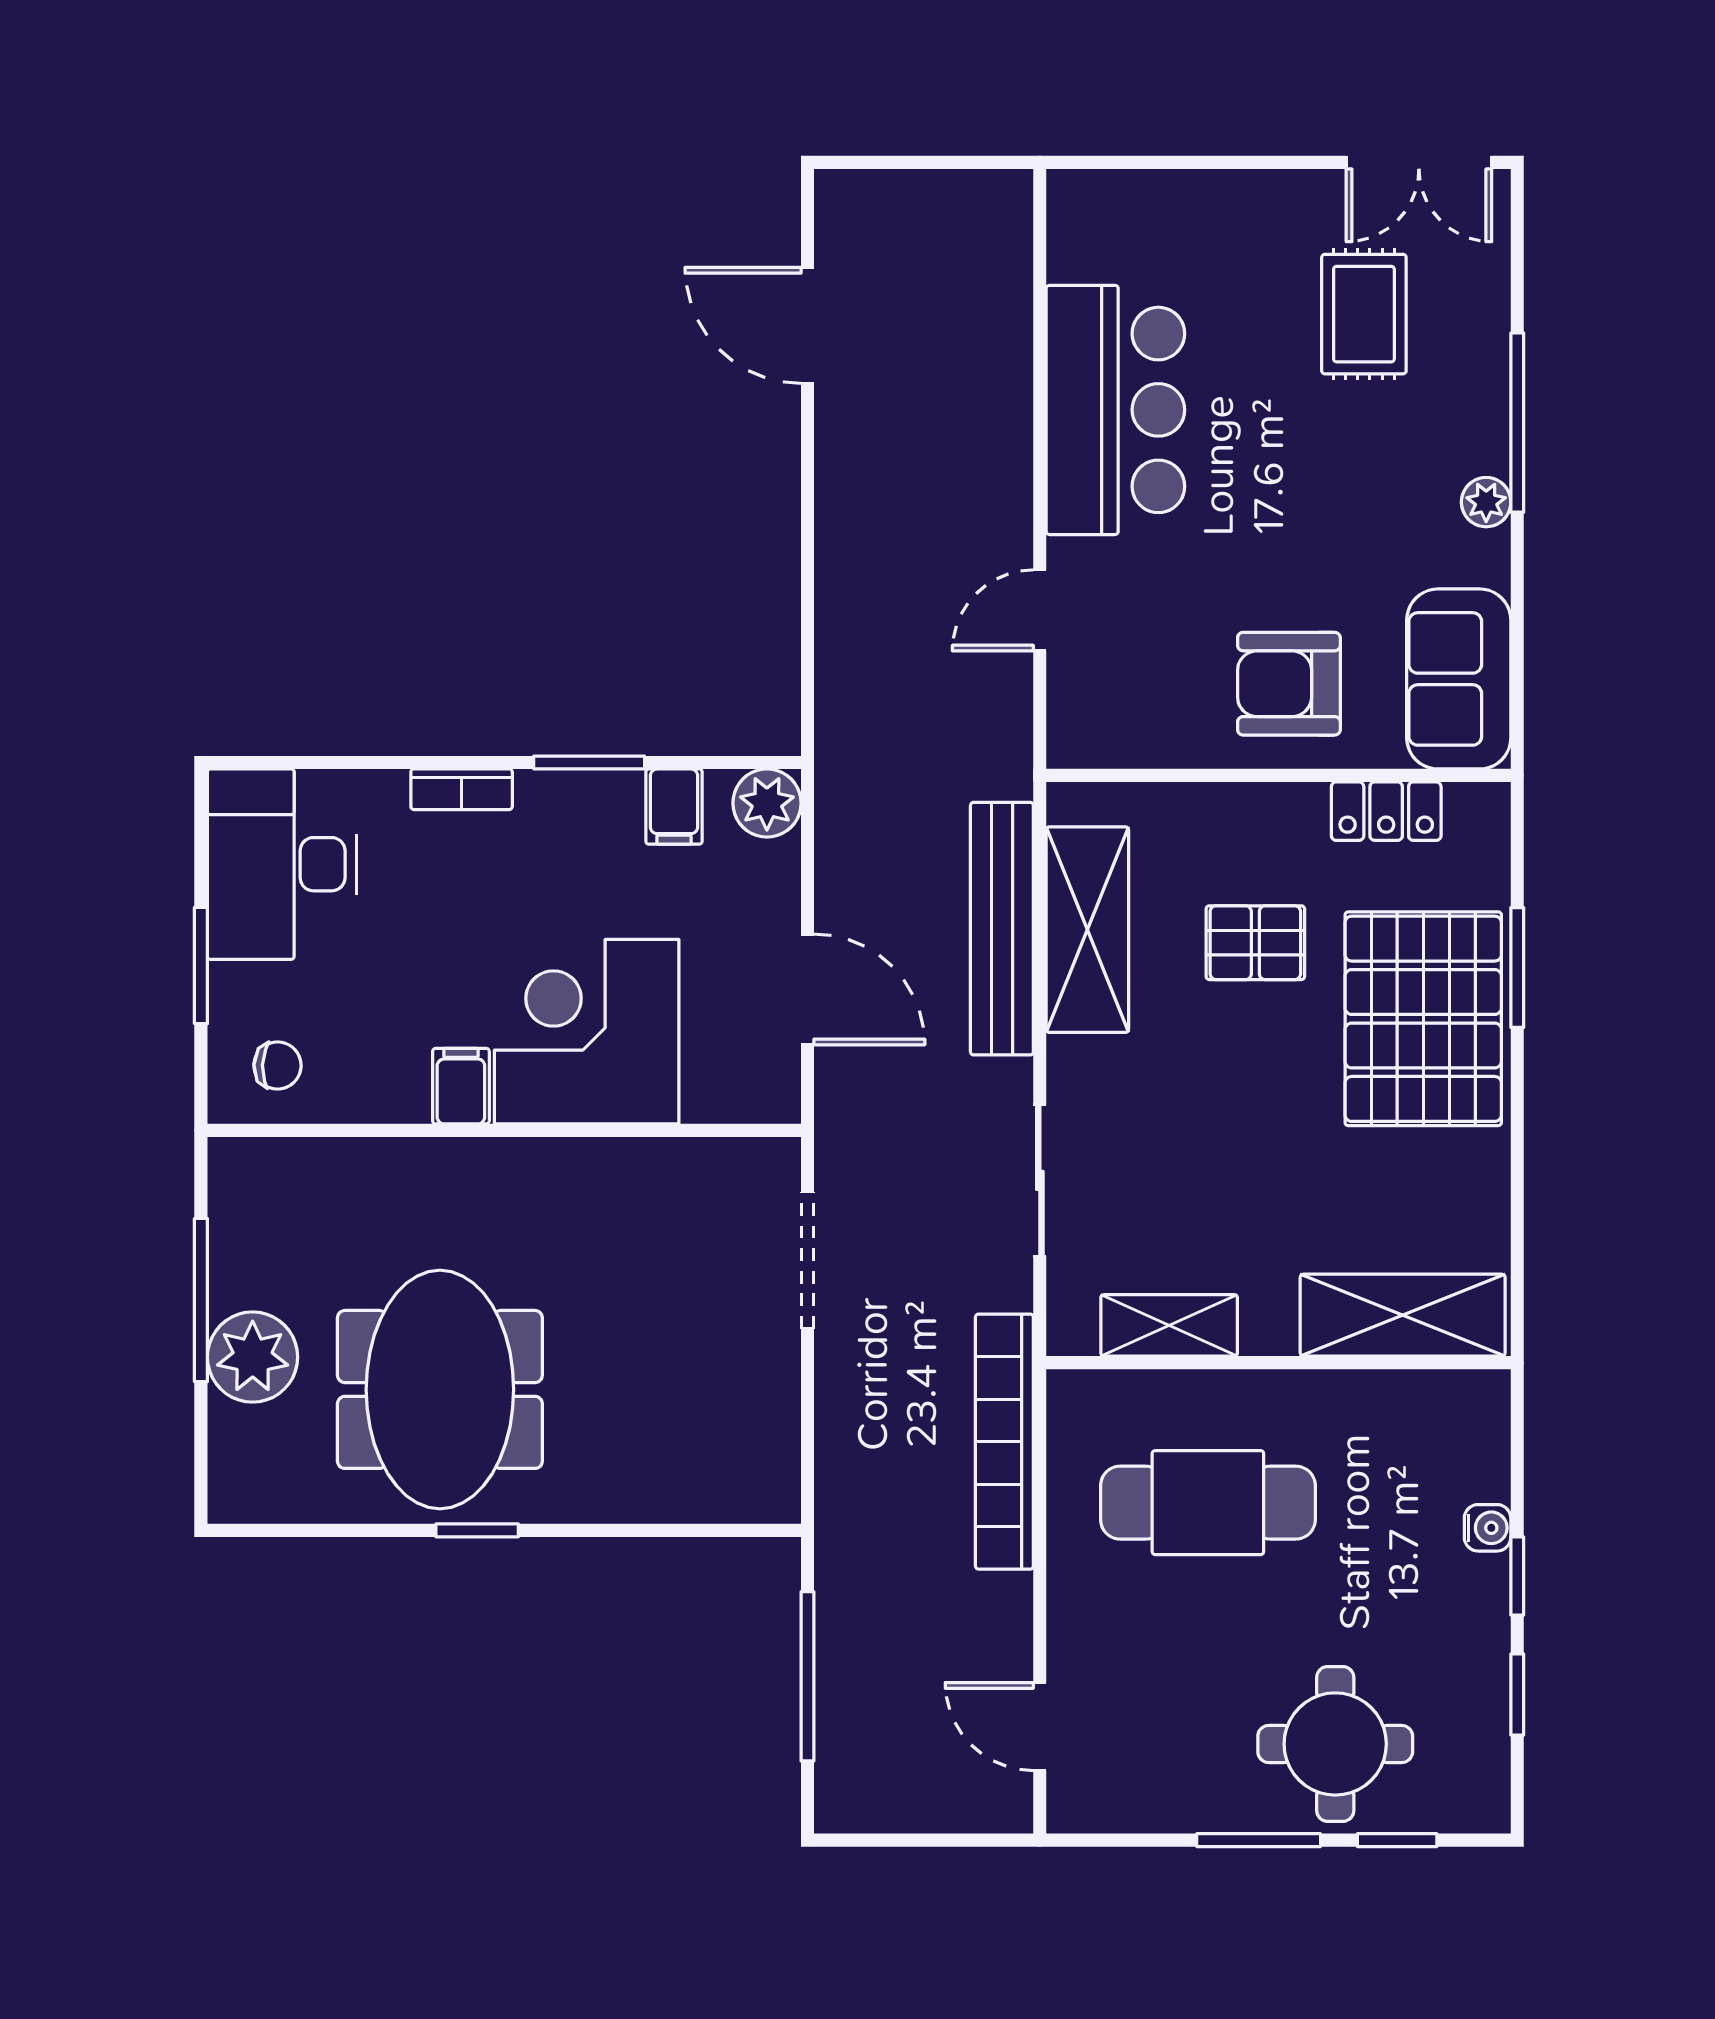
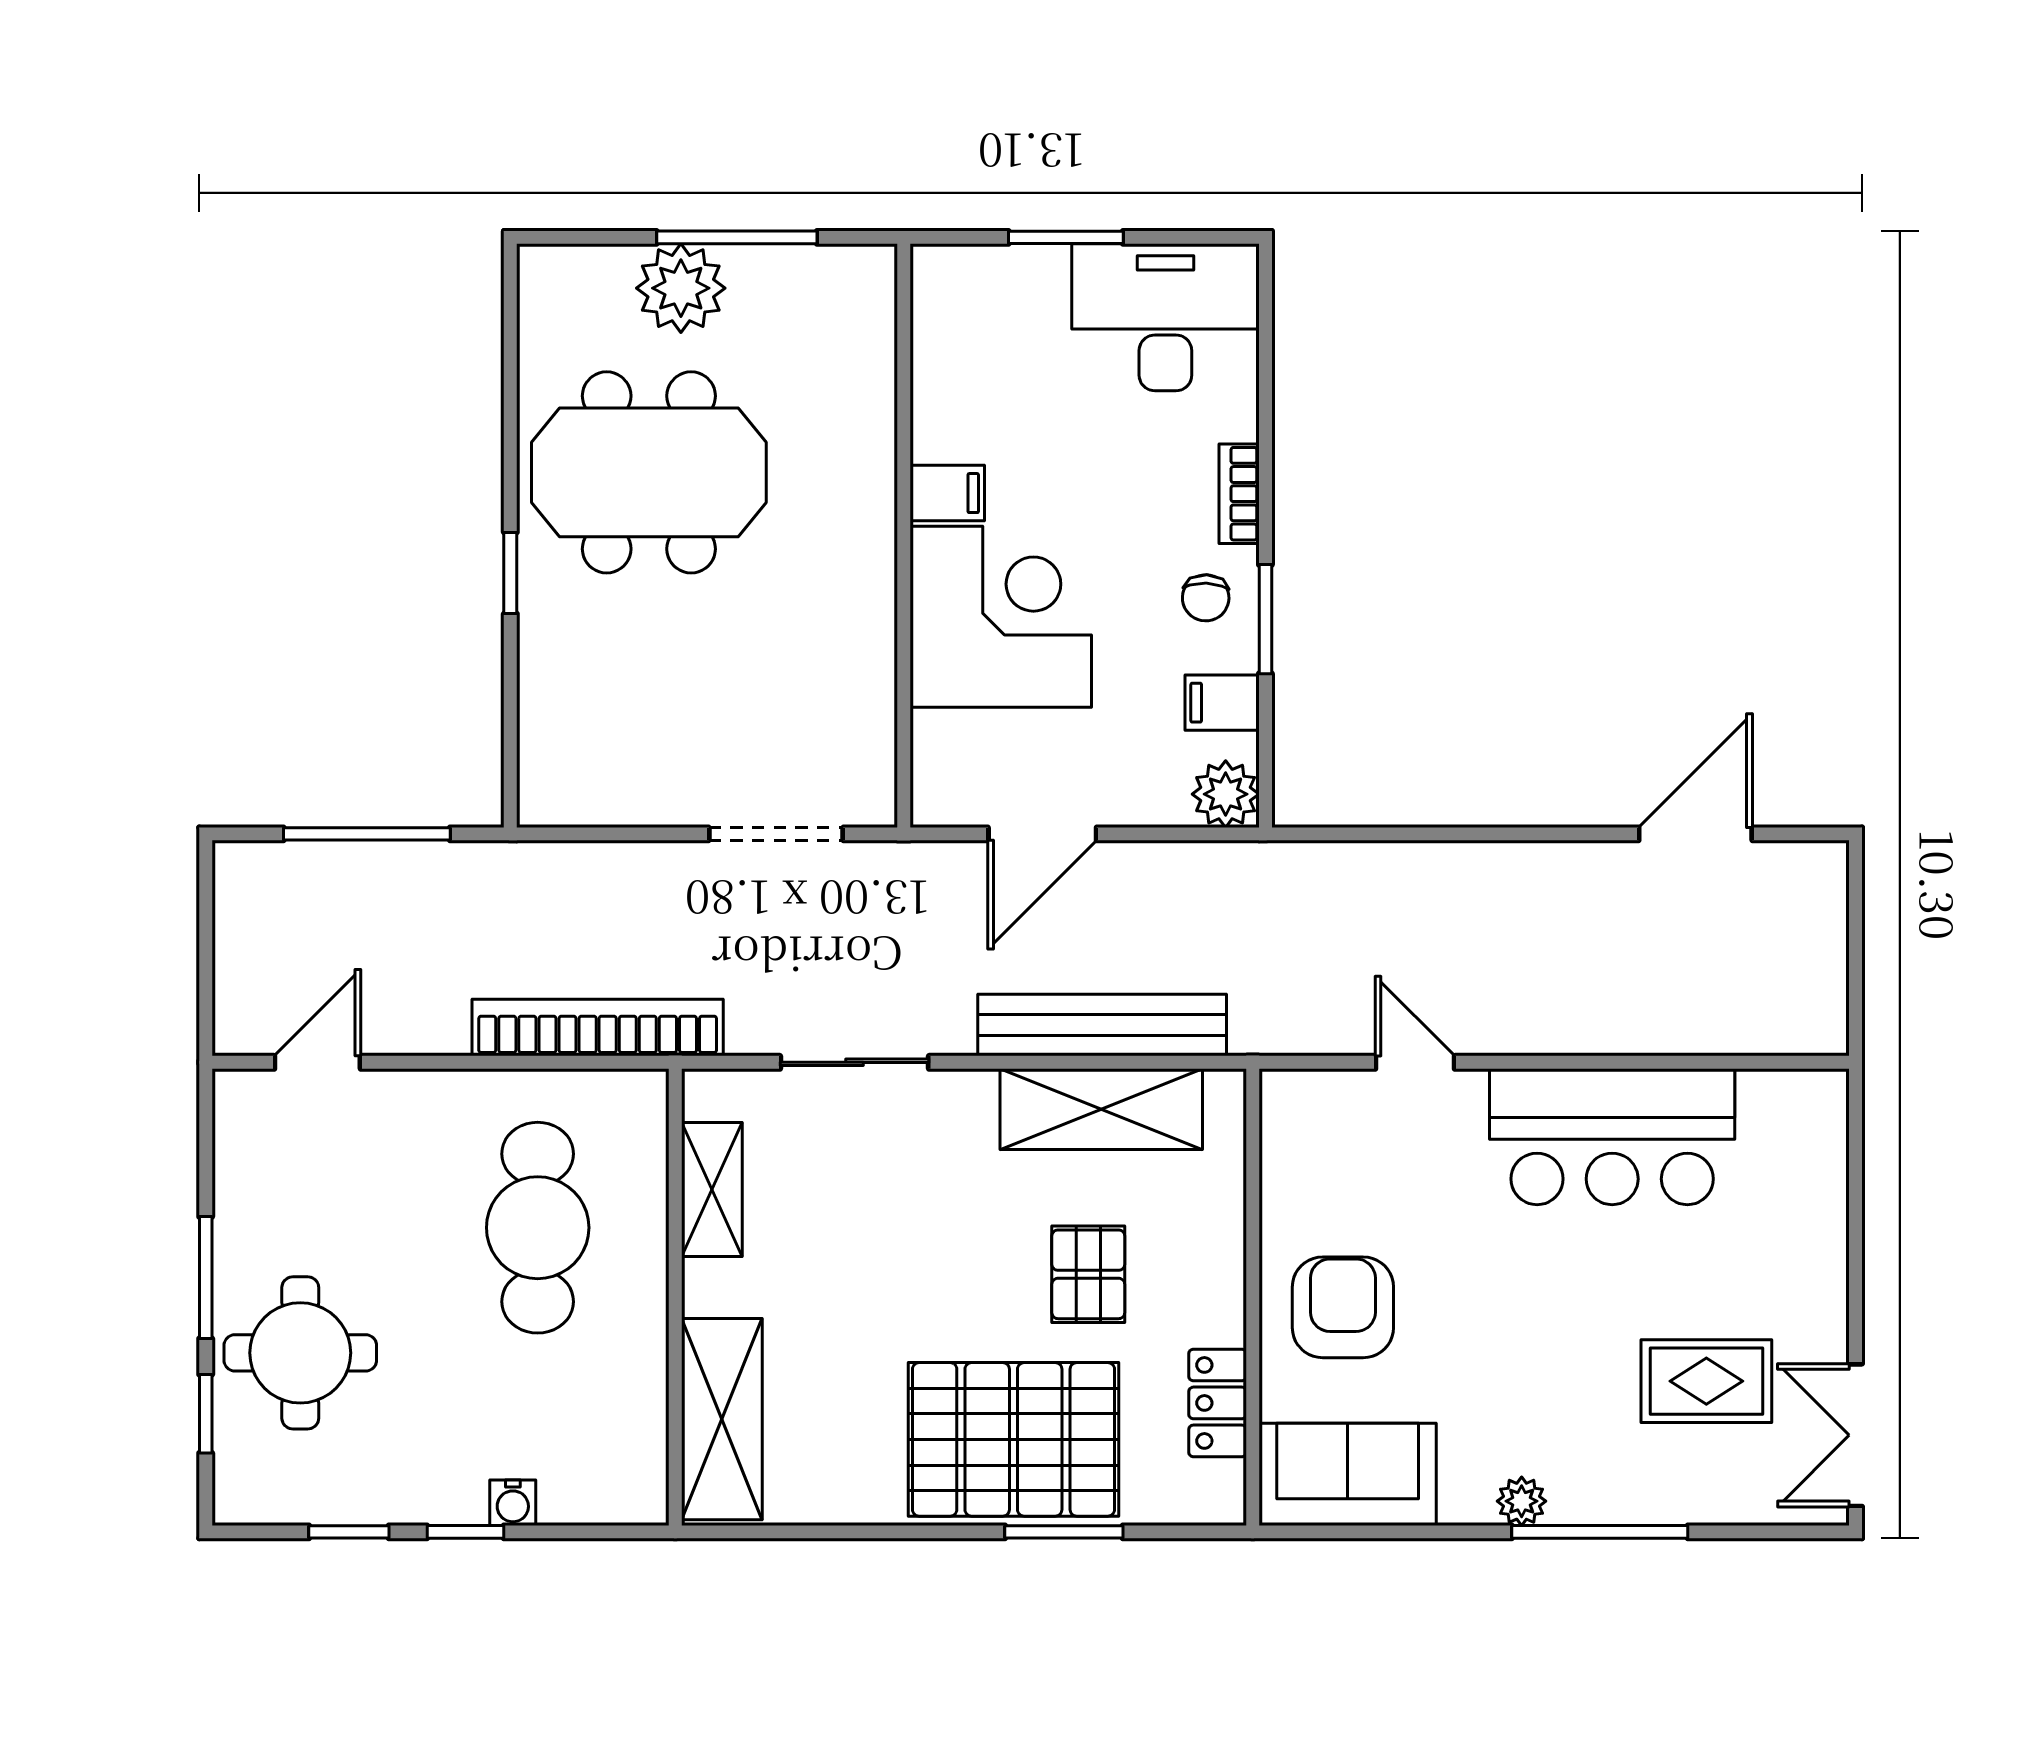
chair: (278, 1065) -> (1206, 598), moved
window: (477, 1530) -> (510, 573), moved

